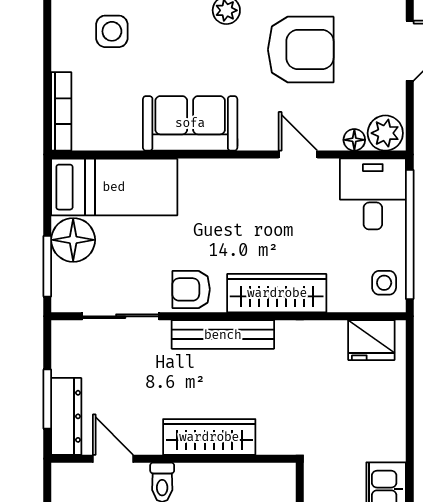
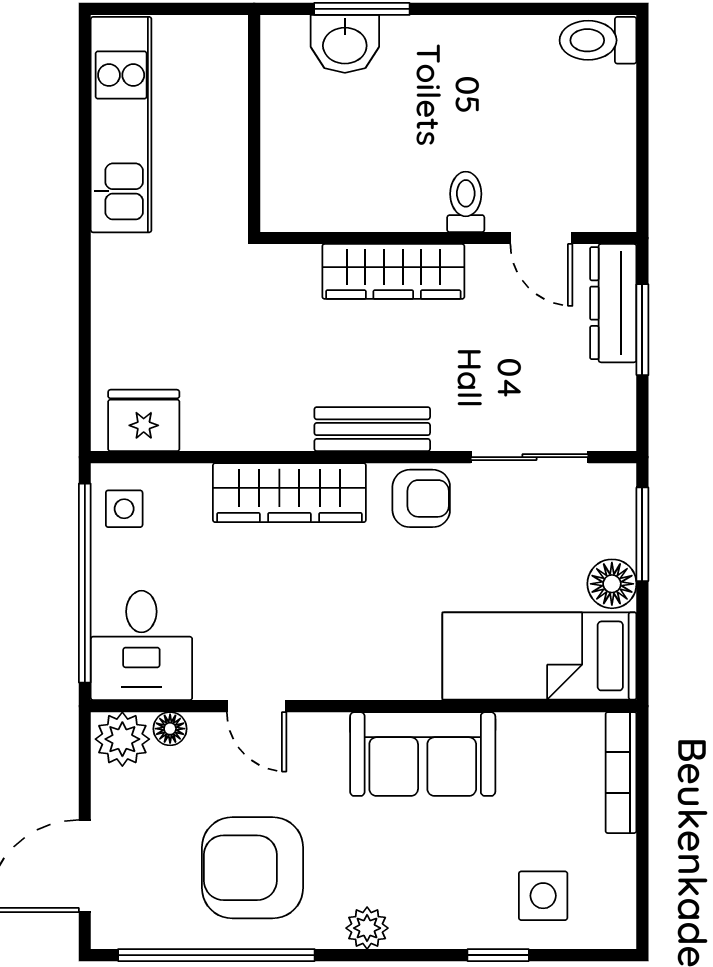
floor lamp: (73, 240) -> (612, 584), width x0.73, depth x0.73
bench: (223, 335) -> (372, 429), width x0.73

